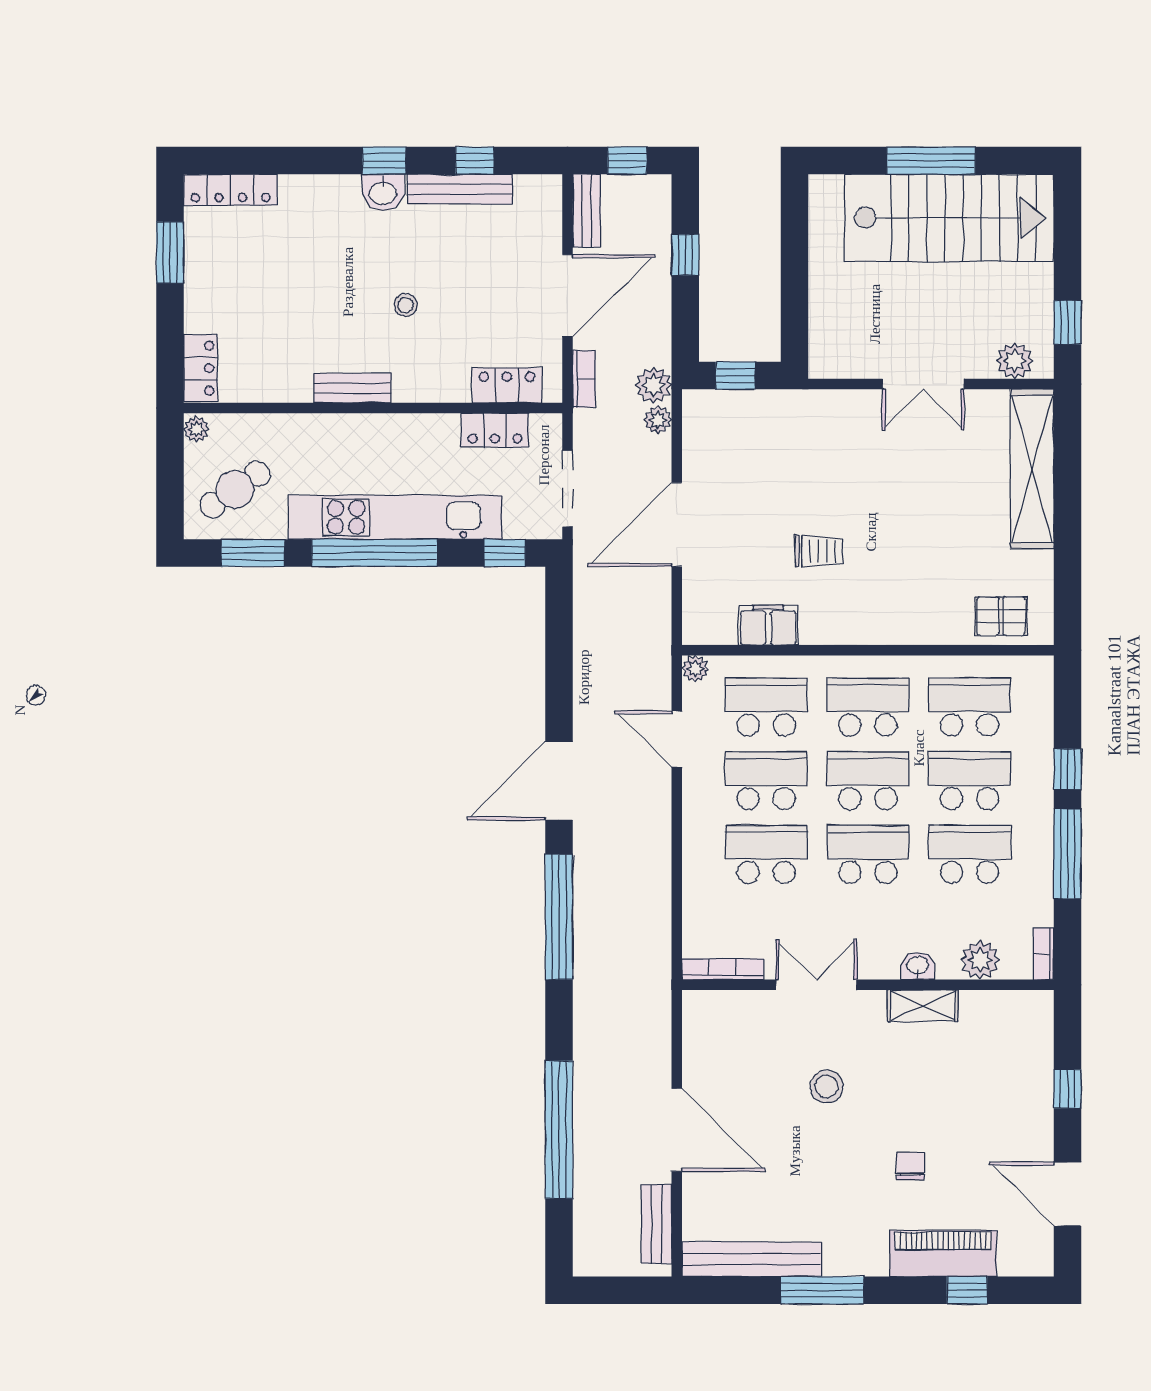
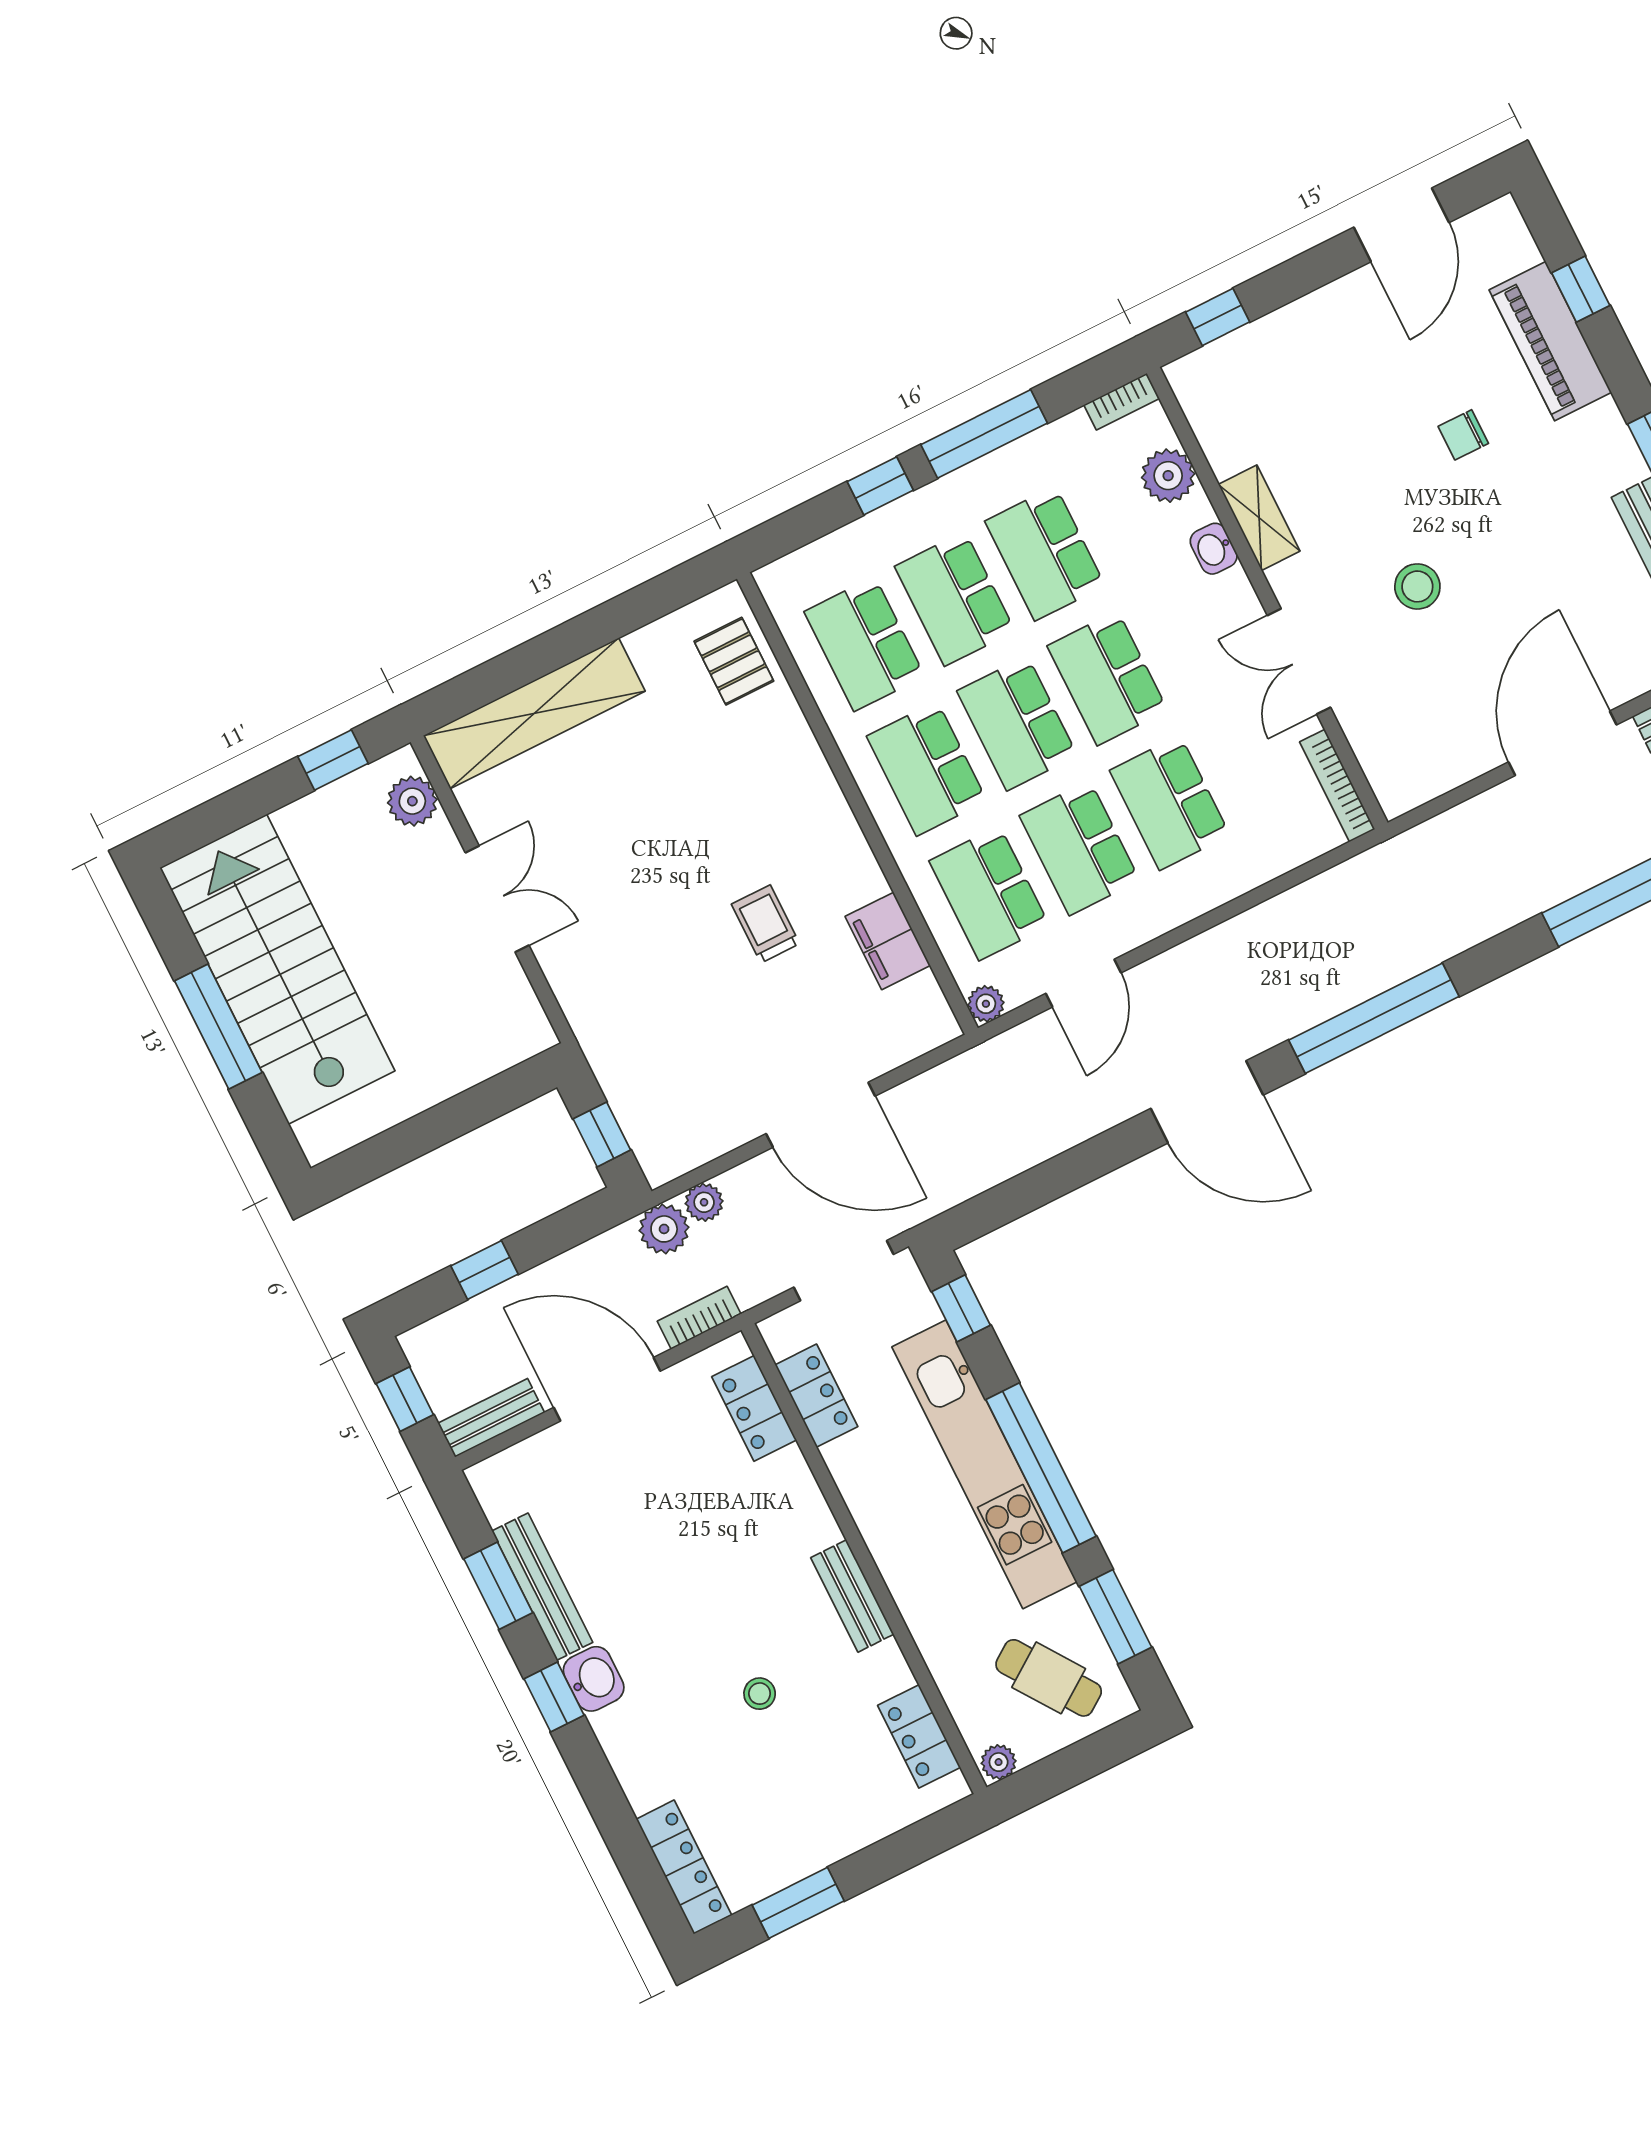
window: (475, 161) -> (498, 1586), width x1.50
stool: (406, 305) -> (760, 1694), moved
locker: (201, 368) -> (919, 1736), moved, turned -90
window: (1068, 1089) -> (1218, 317), moved

